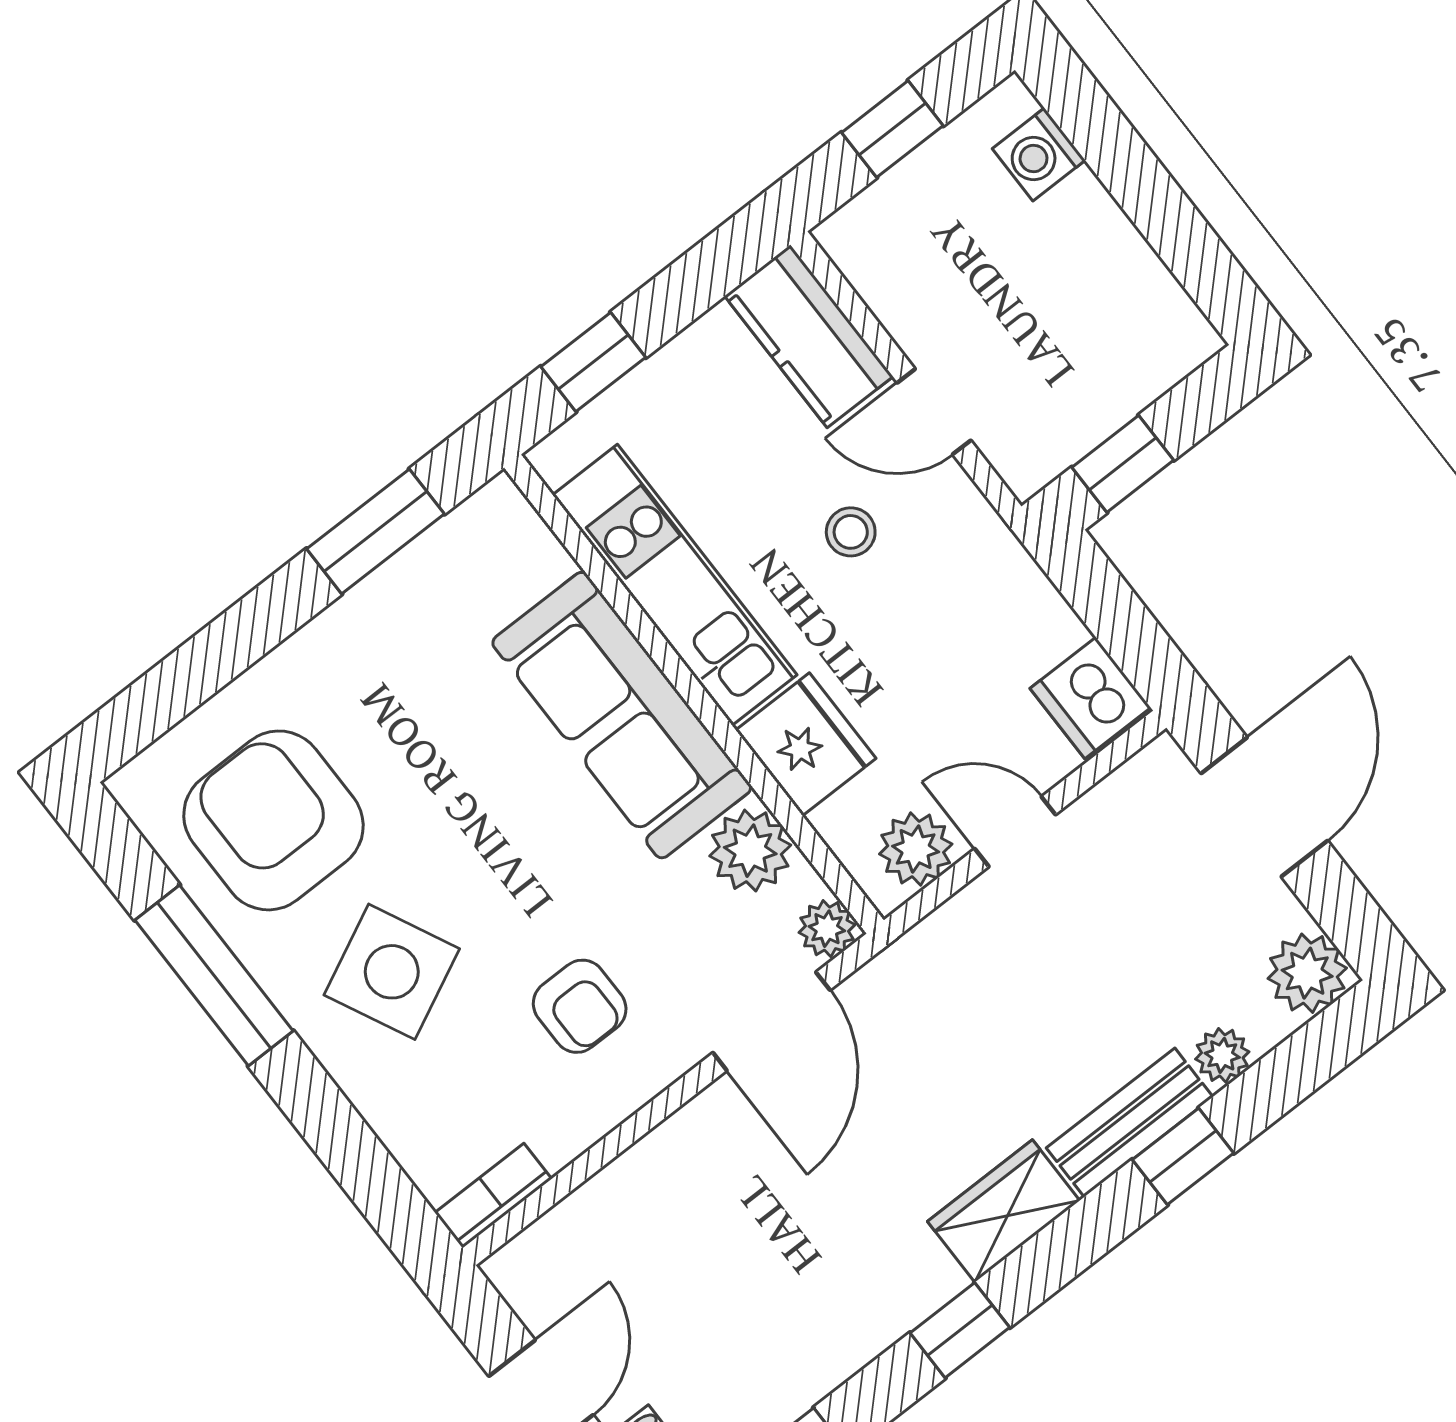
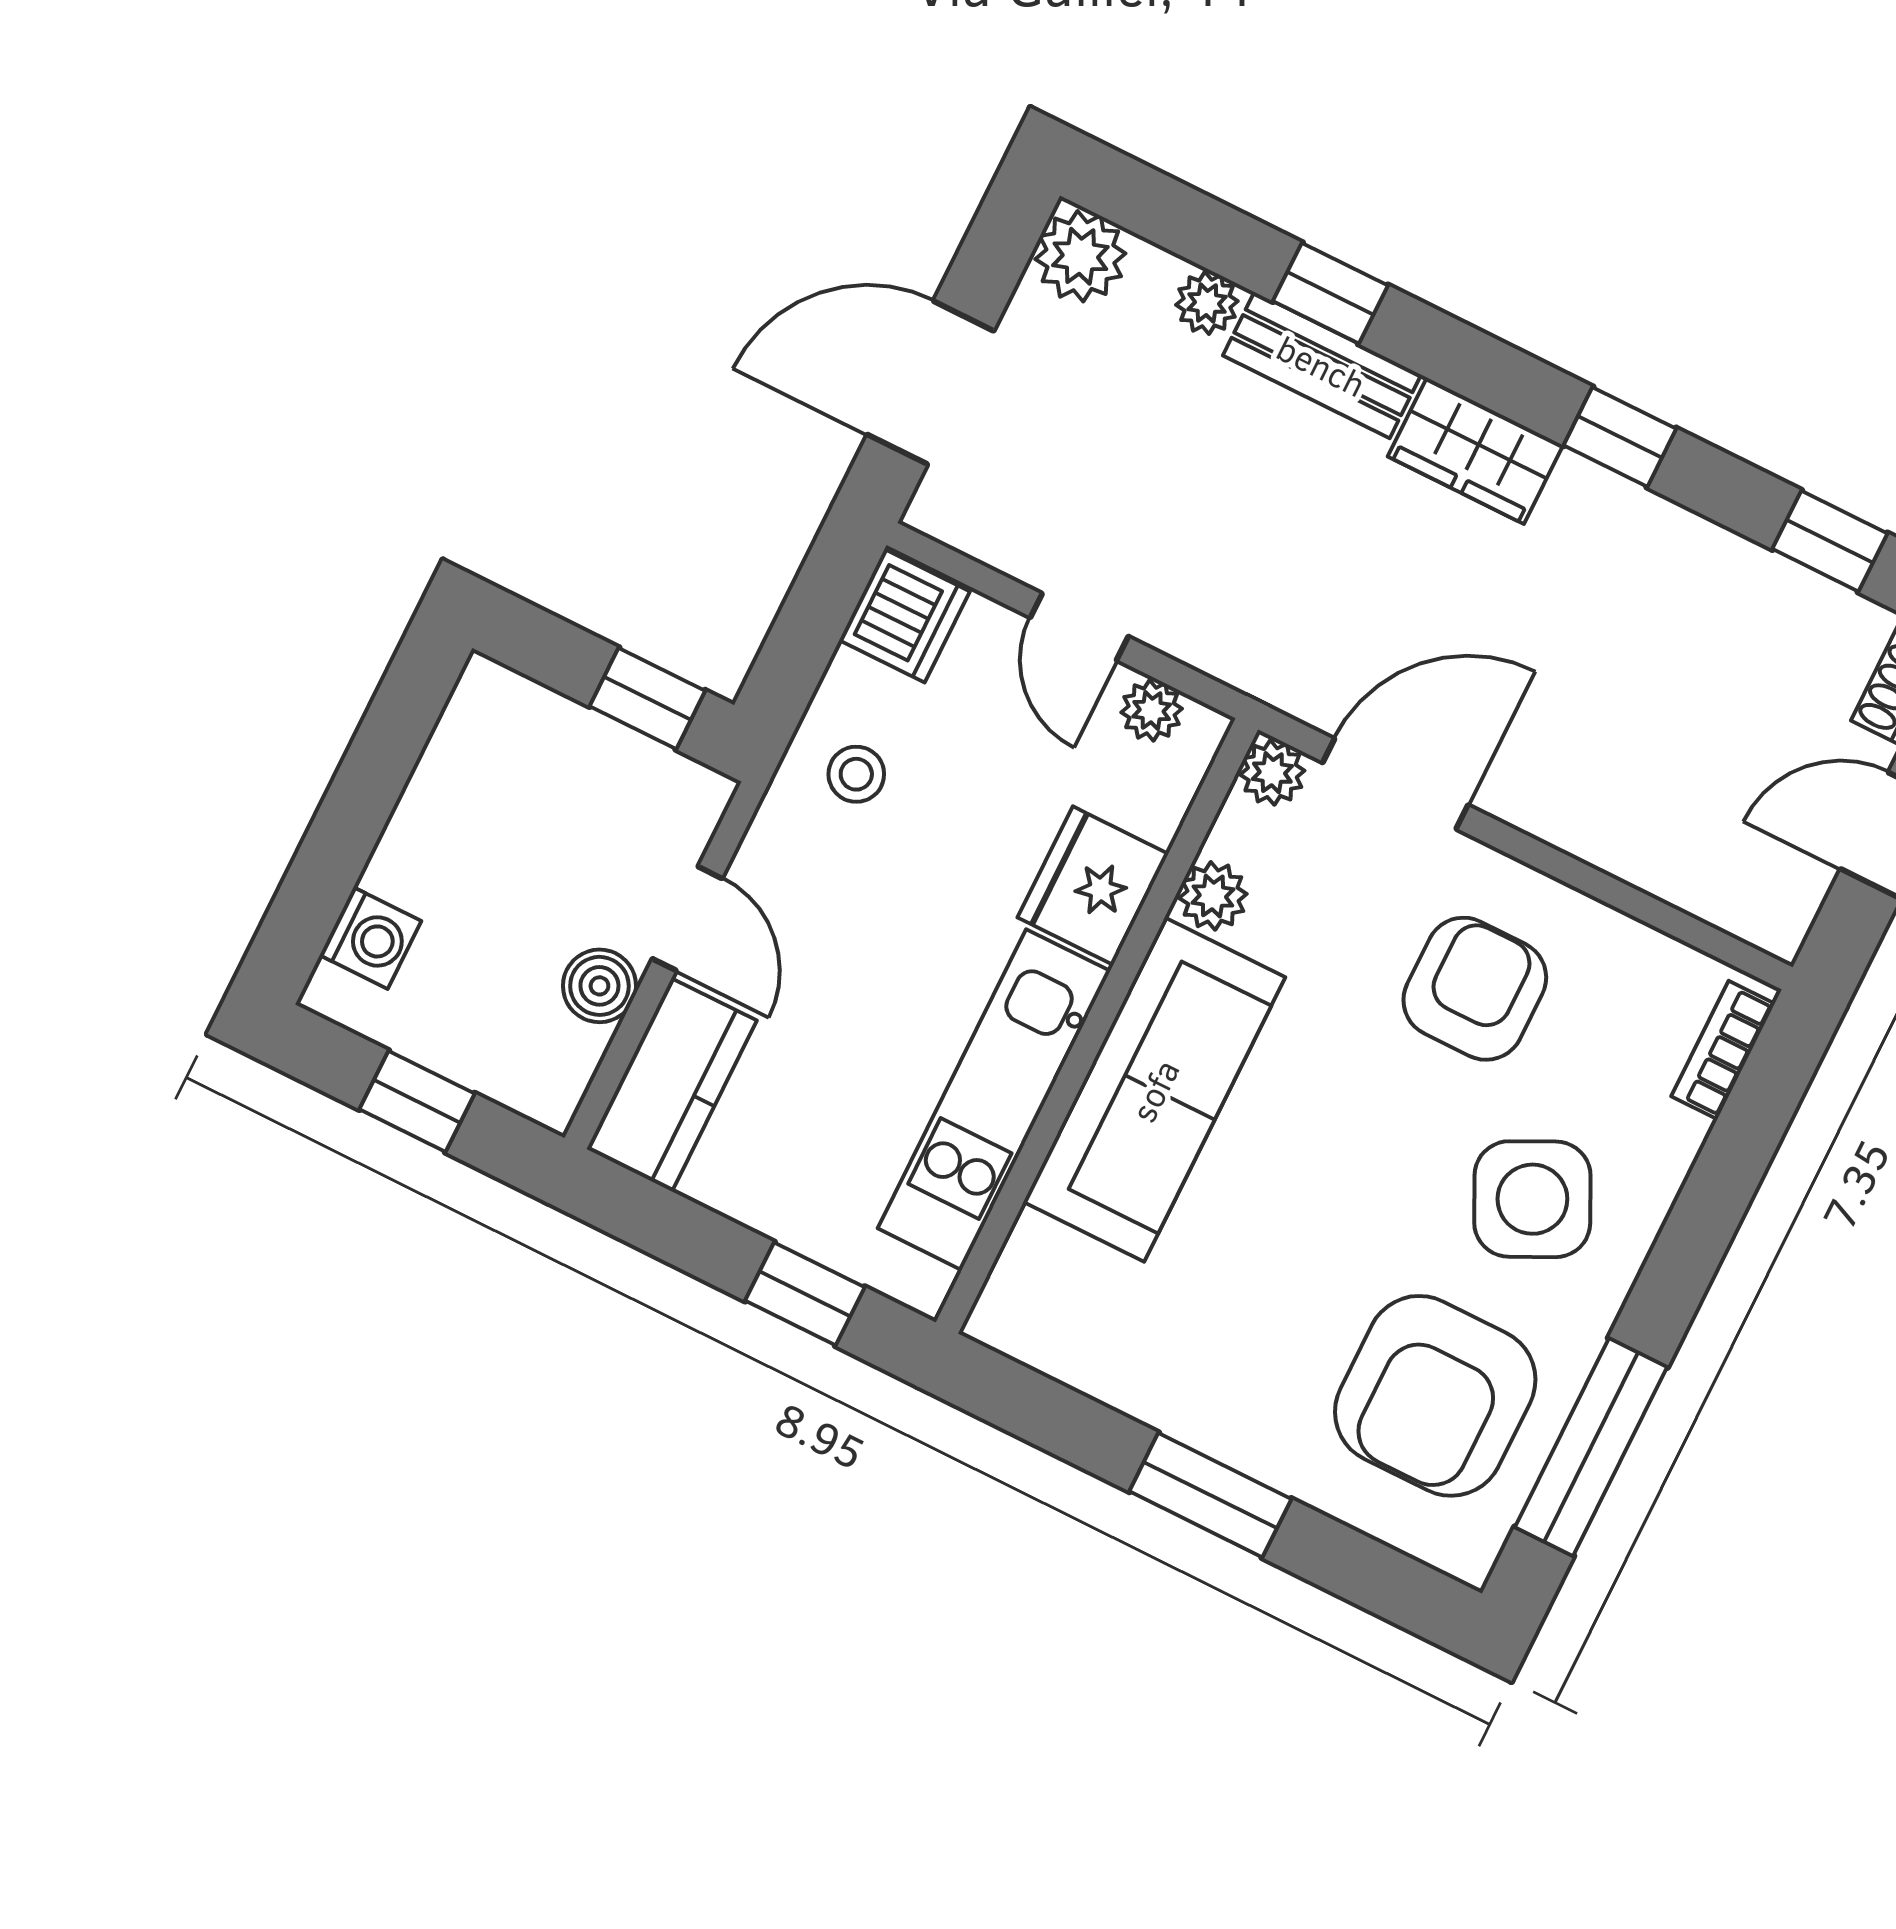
boiler: (914, 317) -> (599, 986), added
window: (375, 531) -> (1210, 1495), moved
stool: (851, 532) -> (856, 774), moved
plant: (916, 849) -> (1152, 711), width x0.73, depth x0.73
plant: (750, 851) -> (1213, 896), width x0.73, depth x0.73
window: (214, 975) -> (1591, 1447), moved
armchair: (580, 1006) -> (1475, 989), width x1.38, depth x1.38
bookcase: (493, 1196) -> (1723, 1050), moved, turned 90

